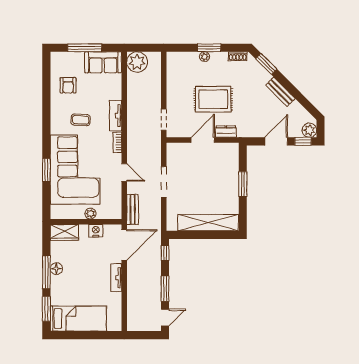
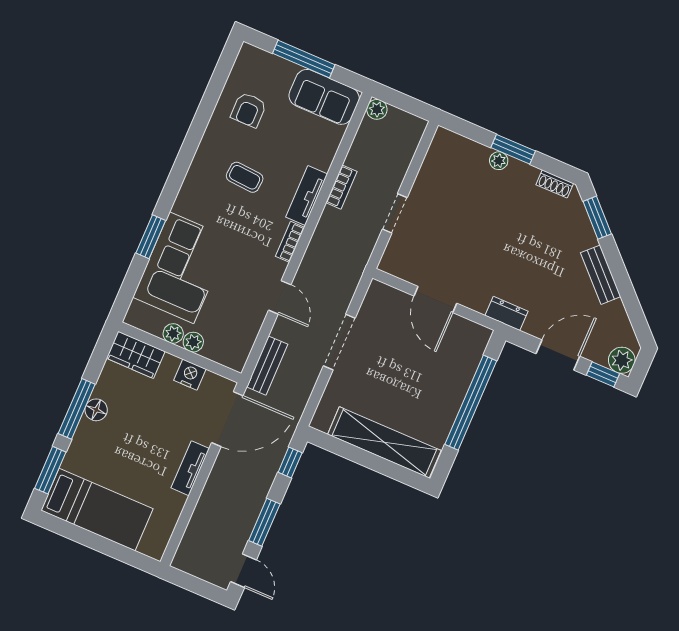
plant: (137, 62) -> (377, 109), width x0.53, depth x0.53
rug: (213, 99) -> (483, 239), removed
bookcase: (131, 104) -> (341, 187), added
doorway: (164, 120) -> (395, 213), moved
dresser: (226, 132) -> (506, 313), moved
door: (203, 140) -> (435, 300), swing flipped
corner sofa: (75, 170) -> (182, 268), width x0.73, depth x0.74
window: (243, 184) -> (471, 403), width x2.11
plant: (79, 214) -> (173, 333), added
door: (165, 317) -> (243, 571), hinge flipped

